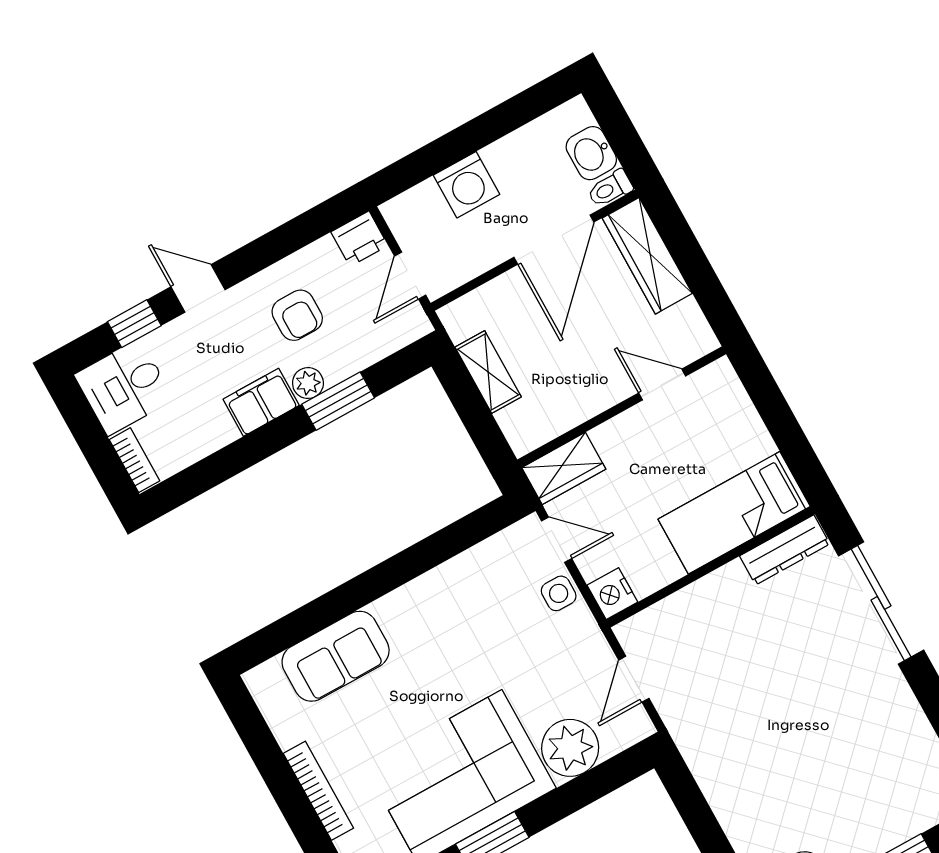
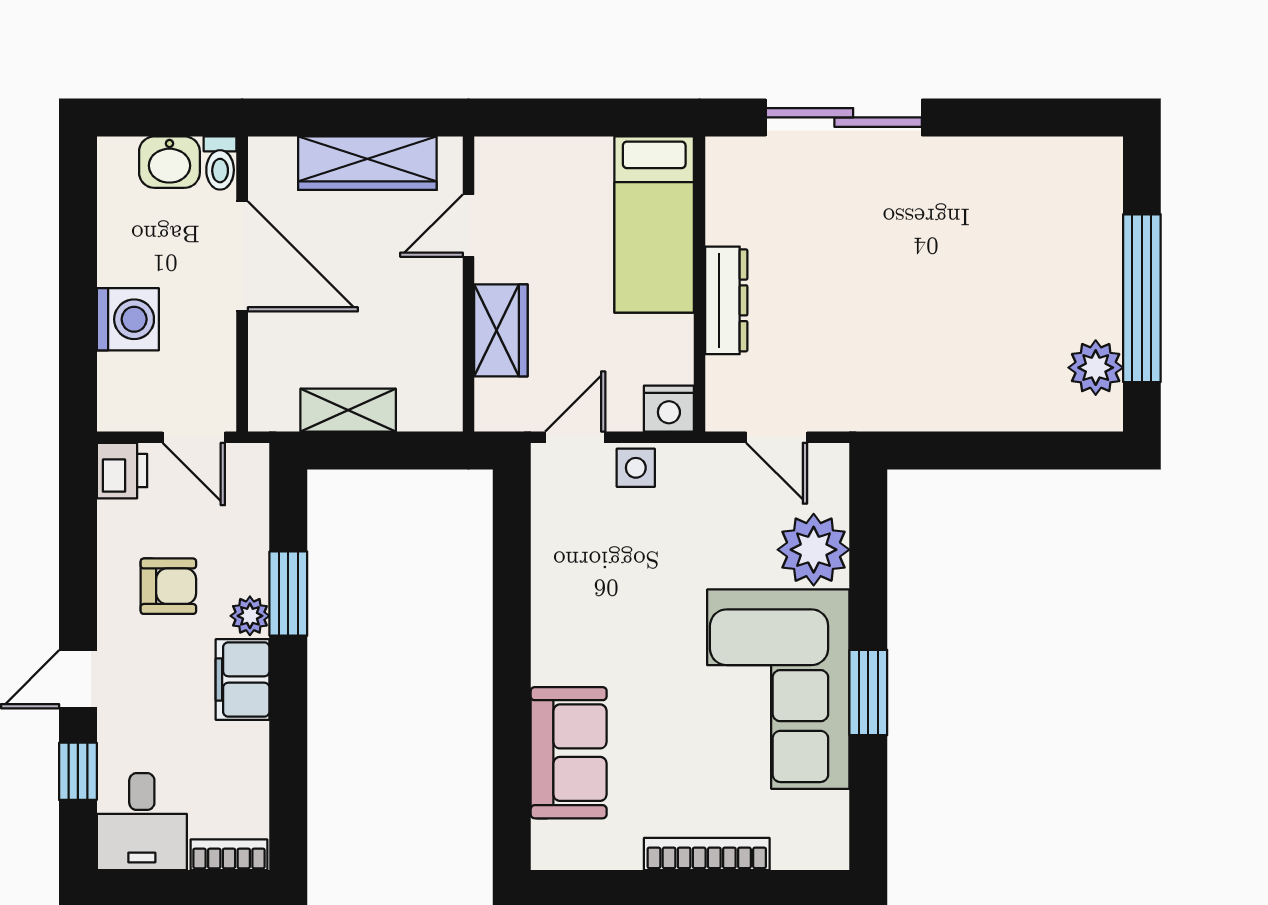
wardrobe: (647, 256) -> (367, 163), moved
wardrobe: (564, 468) -> (501, 330), moved
dresser: (785, 550) -> (726, 300), moved

